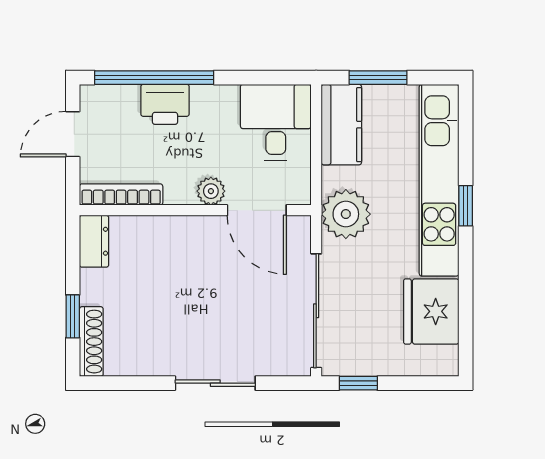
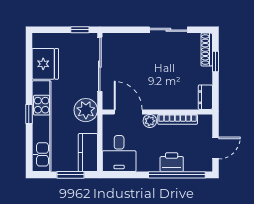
bookcase: (121, 195) -> (178, 119), moved
sliding door: (215, 383) -> (168, 30), moved

